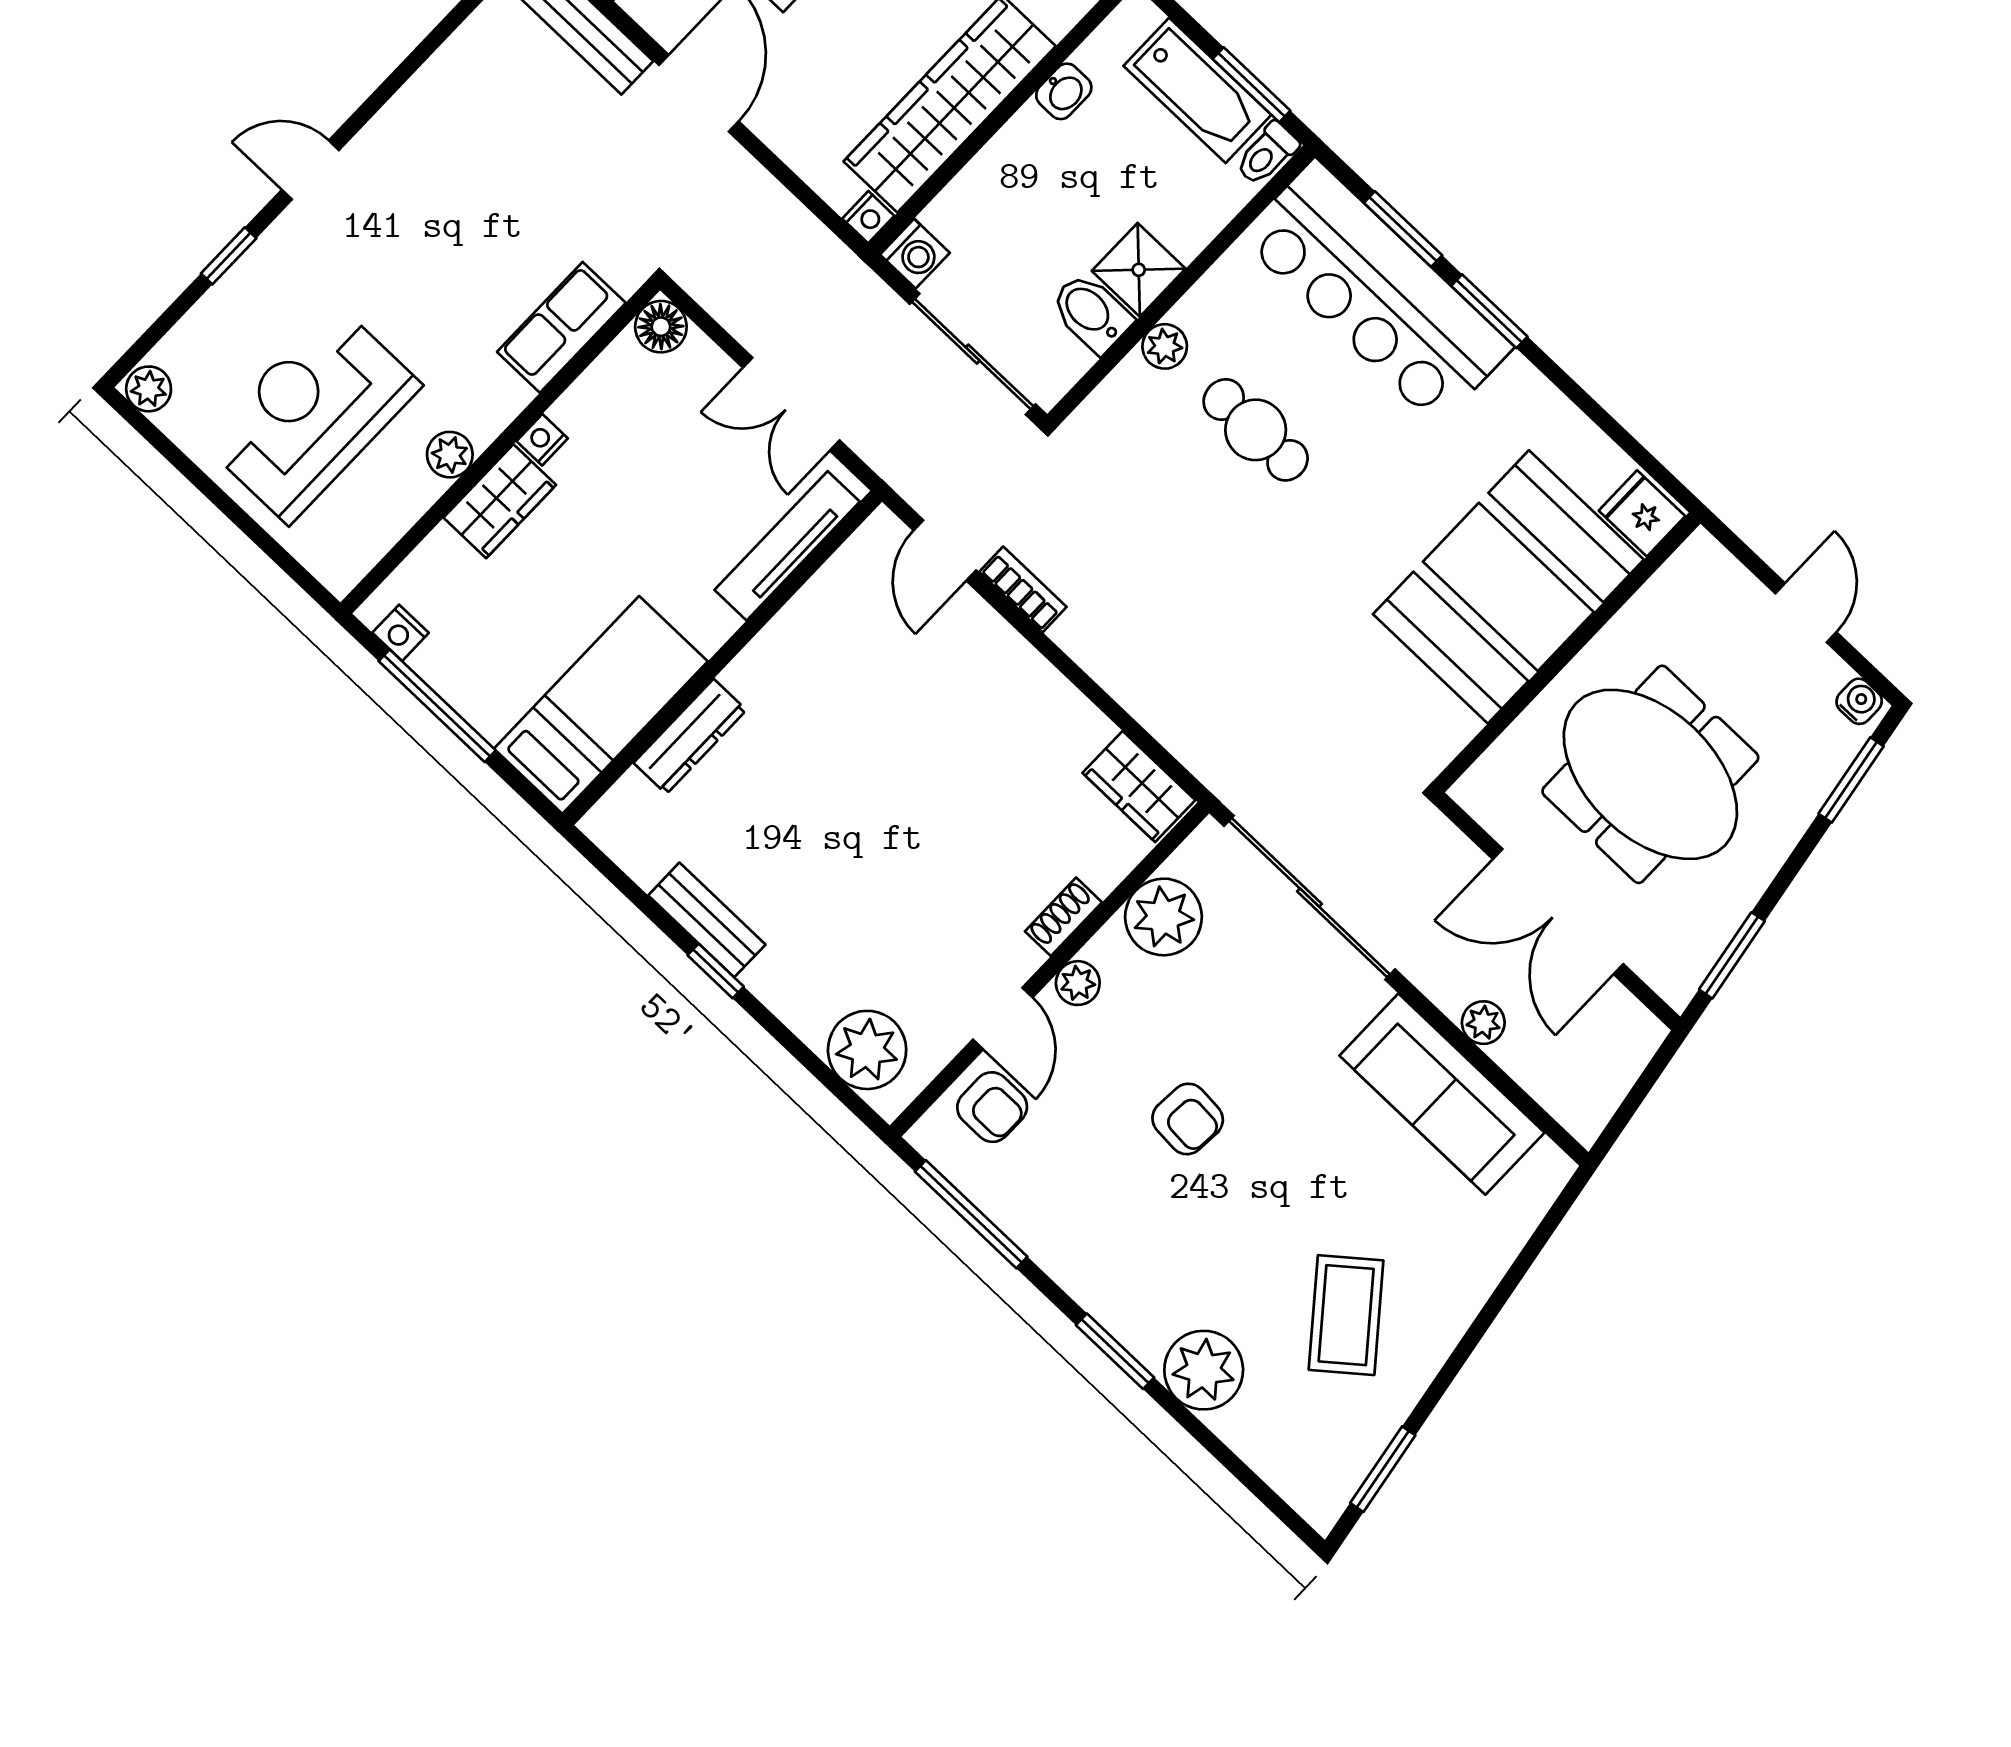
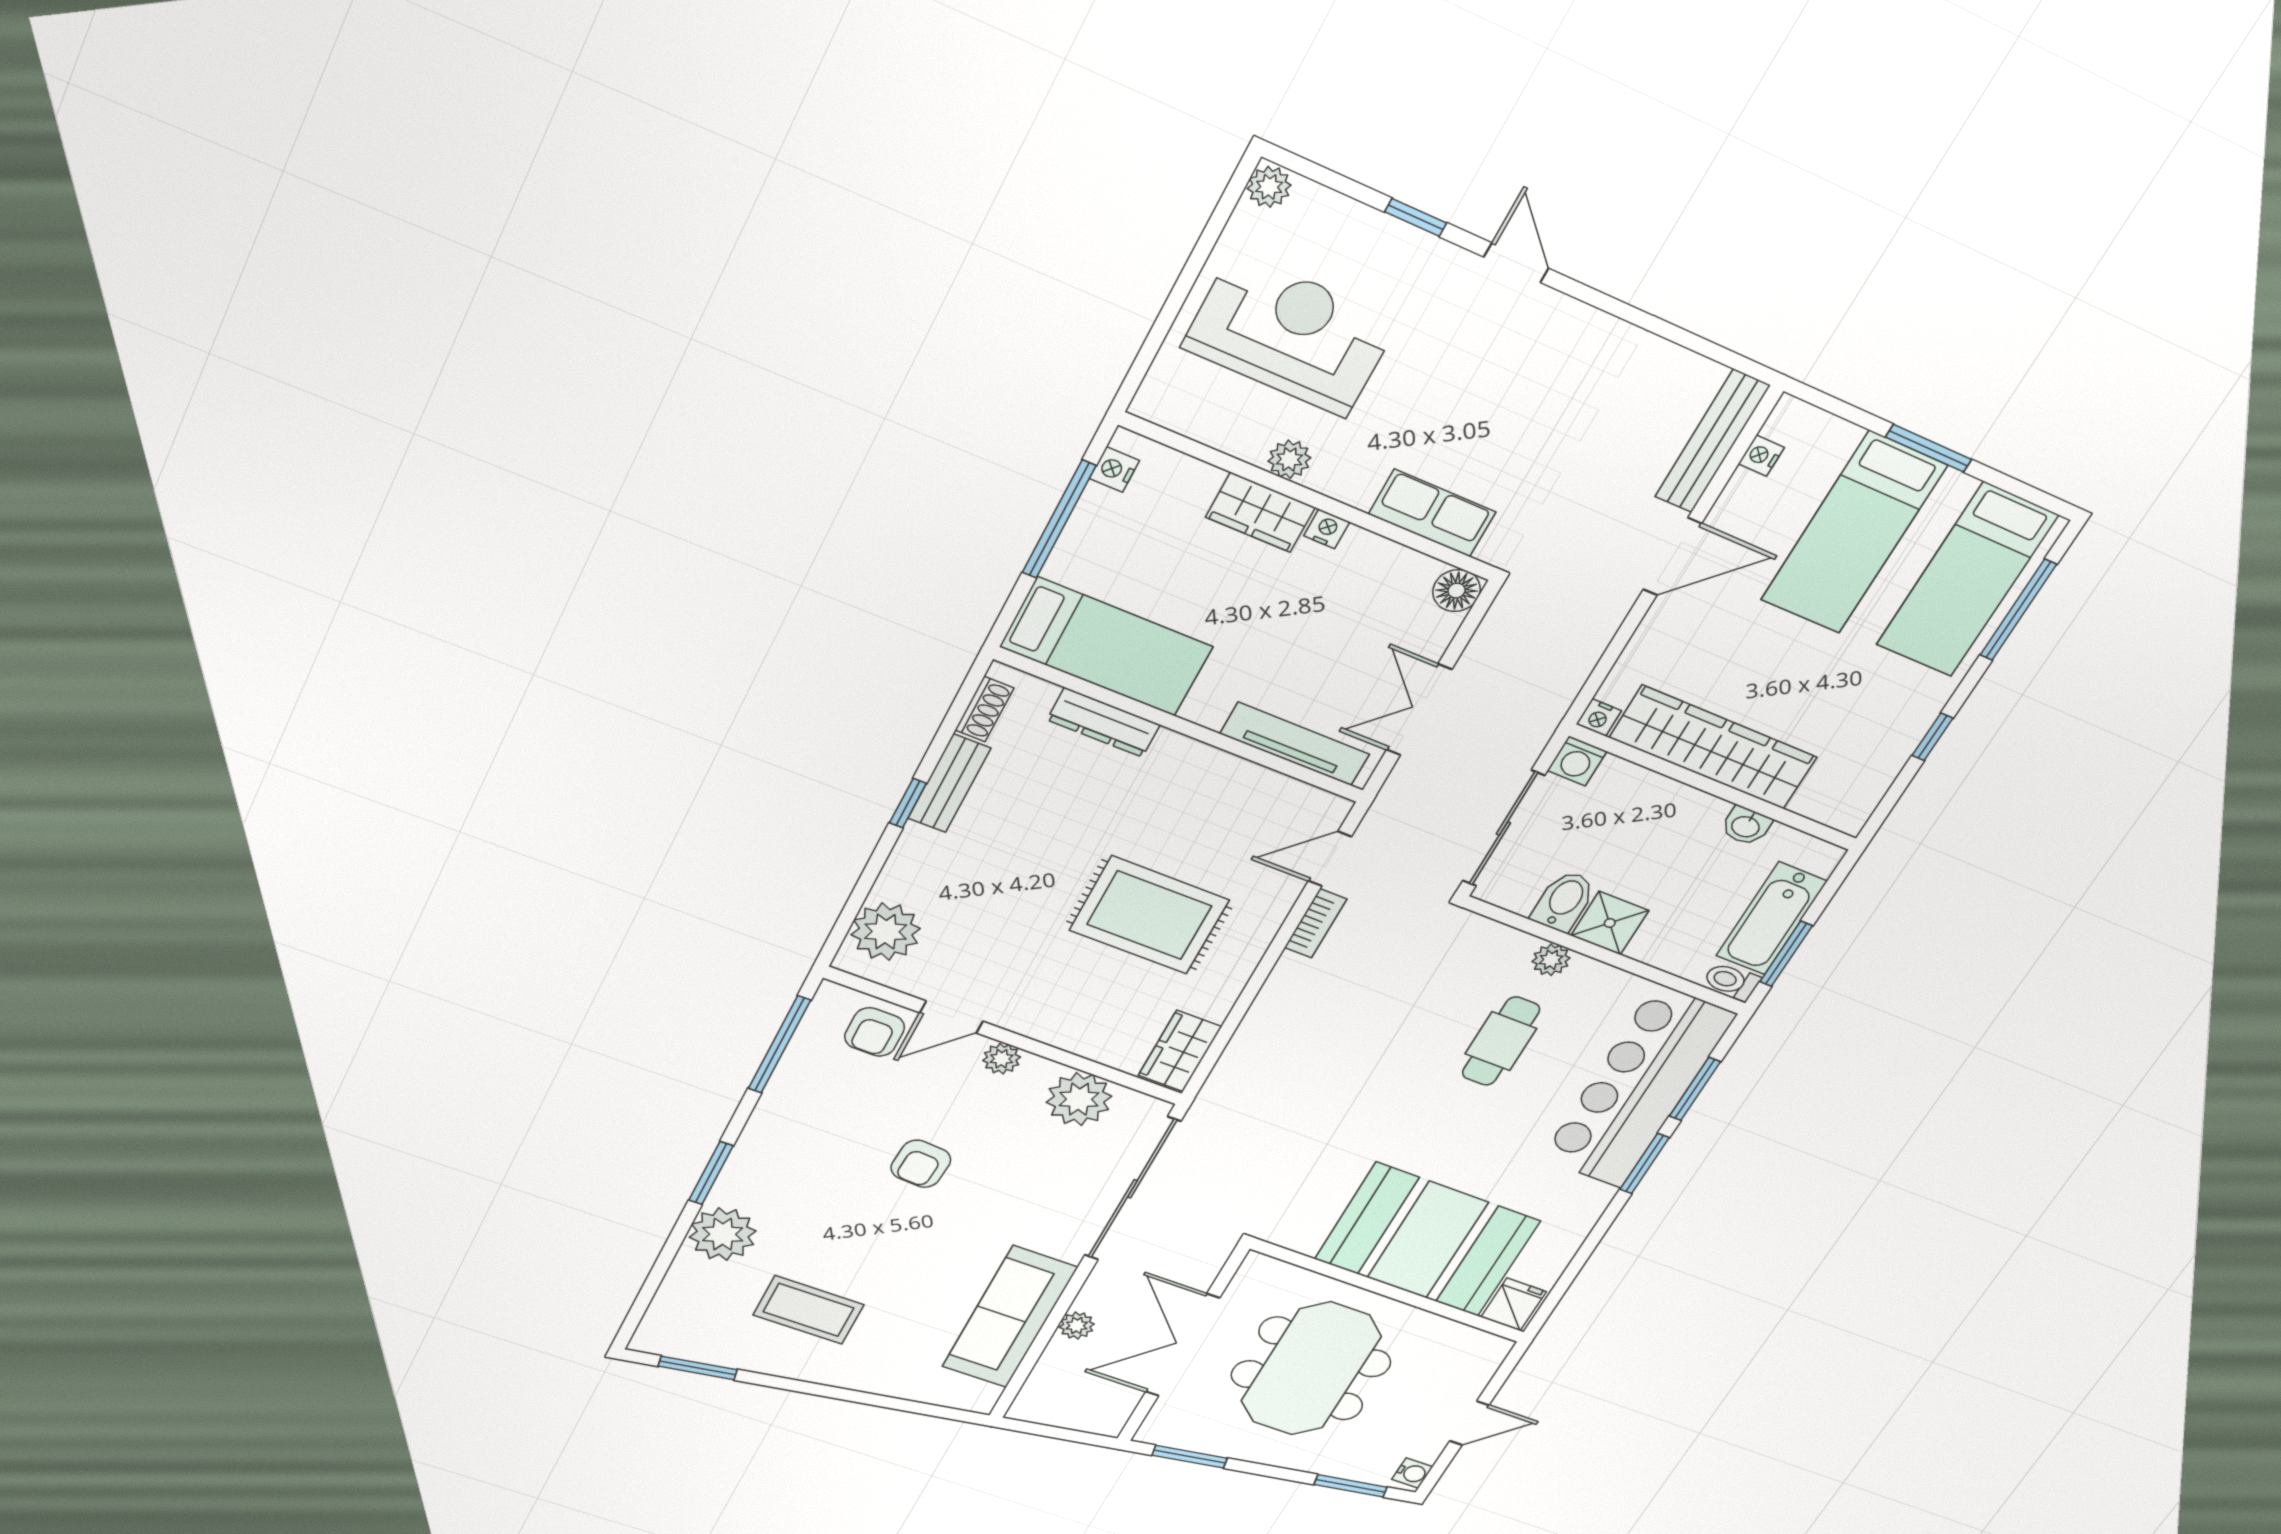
rug: (947, 764) -> (1149, 915), added
shoe rack: (1064, 917) -> (984, 709), moved, turned 90
coffee table: (1346, 1315) -> (809, 1310), turned 39

